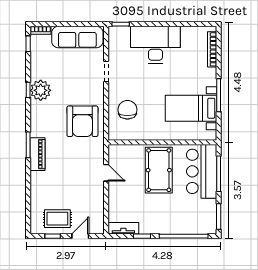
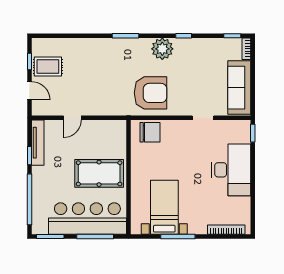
plant: (41, 90) -> (162, 49), moved
chair: (127, 110) -> (150, 132), moved
armchair: (82, 121) -> (151, 93), turned 180
piano: (38, 154) -> (116, 46), removed
bar counter: (202, 171) -> (87, 219), width x1.36
door: (106, 173) -> (72, 118), moved
rug: (57, 219) -> (48, 66), turned 90
tv unit: (123, 228) -> (38, 143), width x1.41

